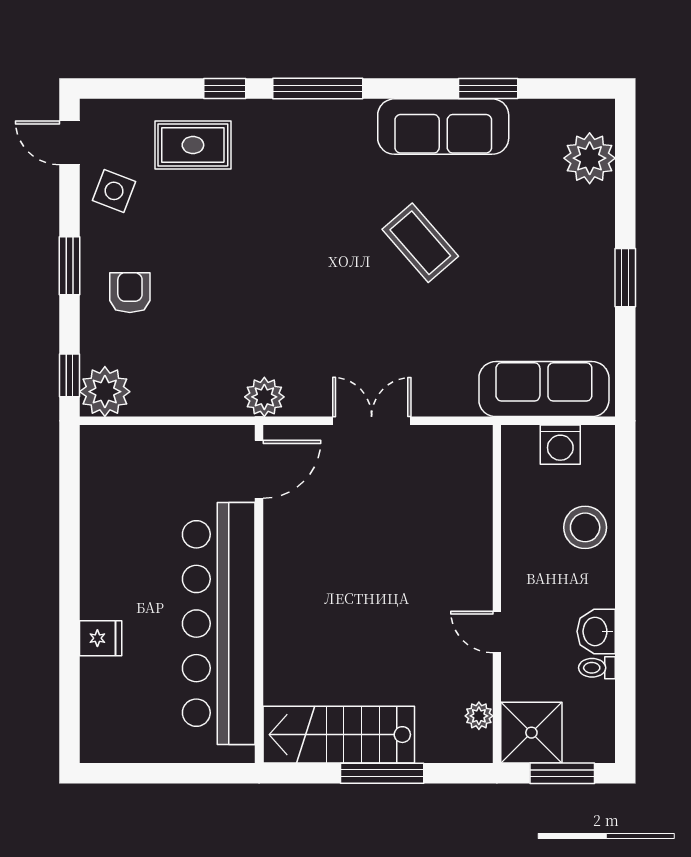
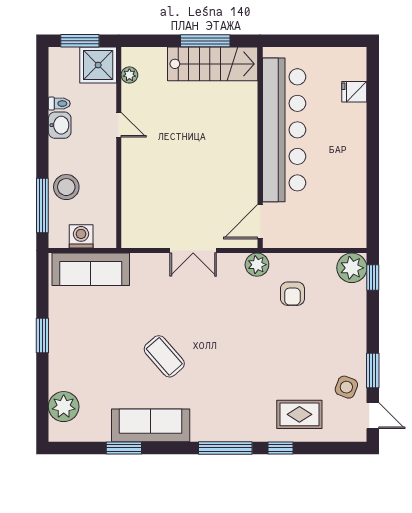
window: (70, 266) -> (373, 371), moved
armchair: (130, 293) -> (292, 294), moved
window: (625, 496) -> (42, 205), added
fridge: (101, 638) -> (354, 92), moved
window: (382, 773) -> (205, 41), moved

